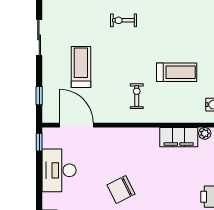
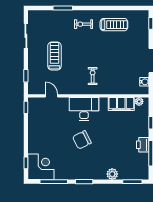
treadmill: (177, 72) -> (114, 25), moved
door: (77, 125) -> (52, 96), width x0.53
desk: (59, 170) -> (84, 109), moved, turned 90

